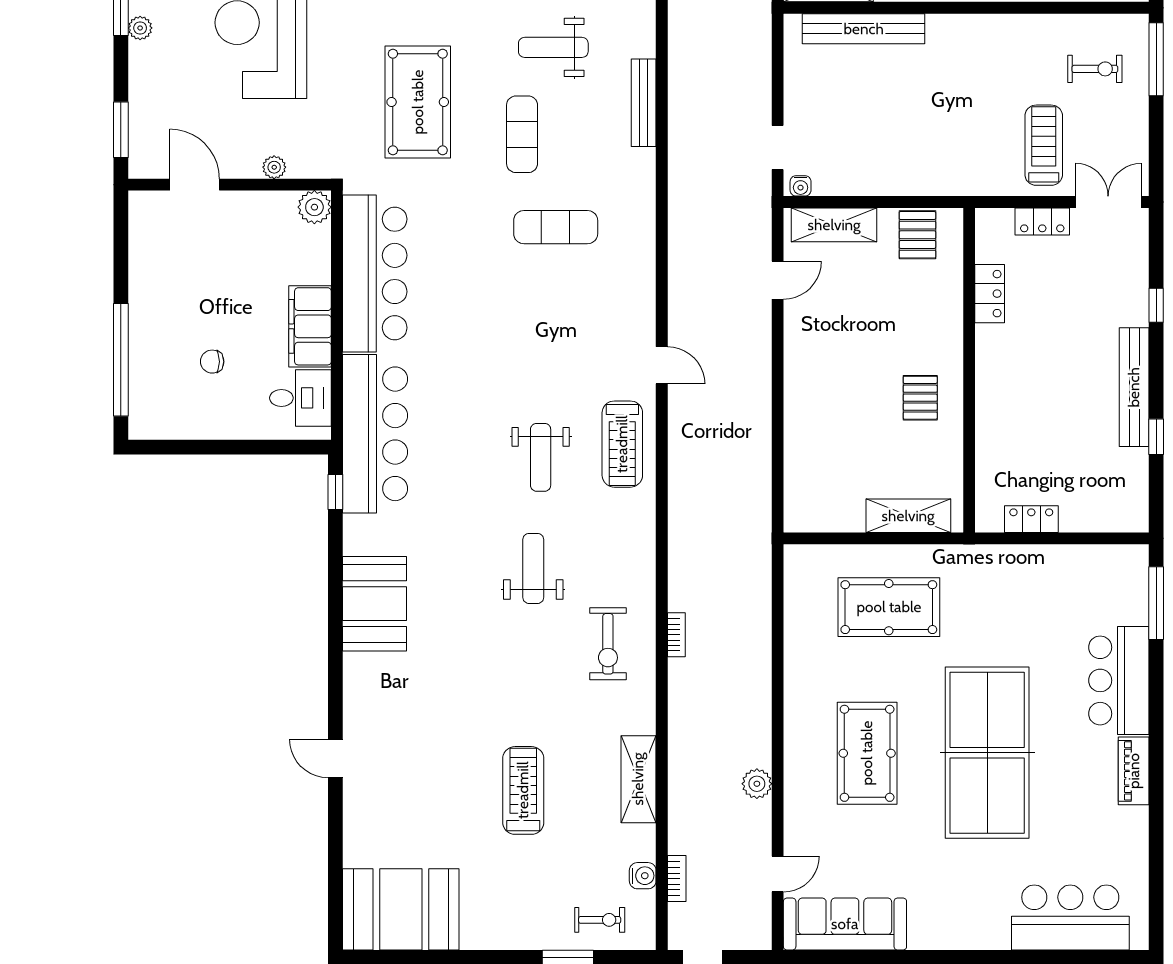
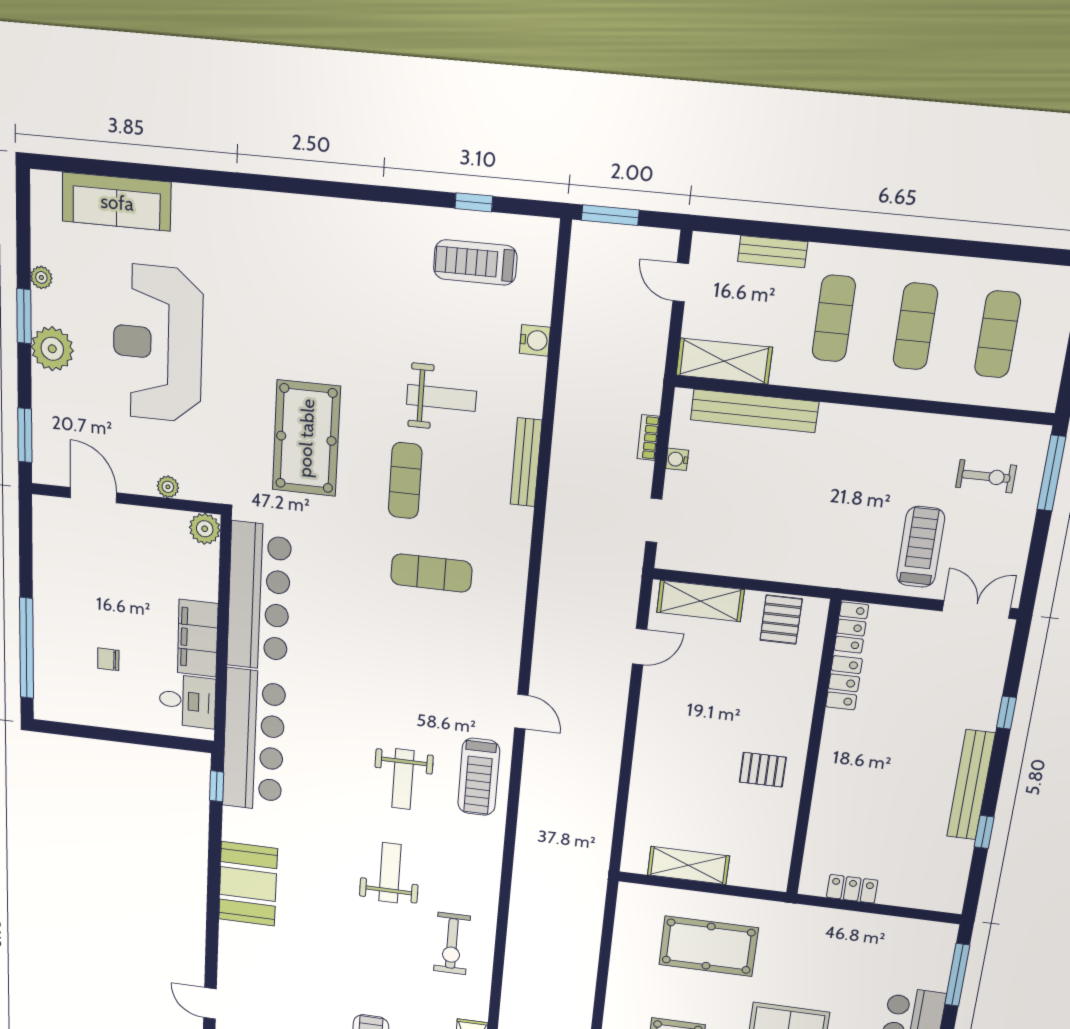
plant: (140, 28) -> (52, 349), width x1.88, depth x1.88
weight bench: (553, 47) -> (441, 398), turned 180
water cooler: (801, 186) -> (677, 459), moved, turned 90
locker: (1042, 222) -> (851, 628), moved, turned -90
pallet: (920, 398) -> (763, 770), turned 90
shelving: (908, 516) -> (688, 865), moved
bookcase: (676, 635) -> (648, 438), moved, turned 180

